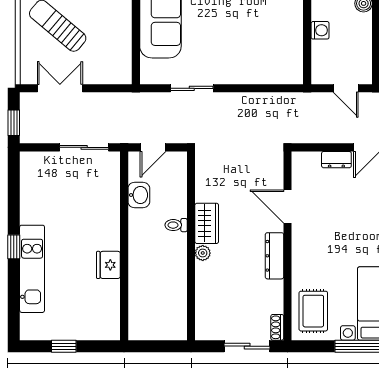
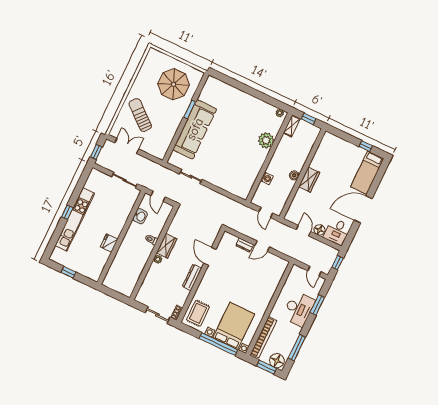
door: (153, 147) -> (158, 196), hinge flipped
kitchen unit: (32, 269) -> (75, 219), width x1.36

